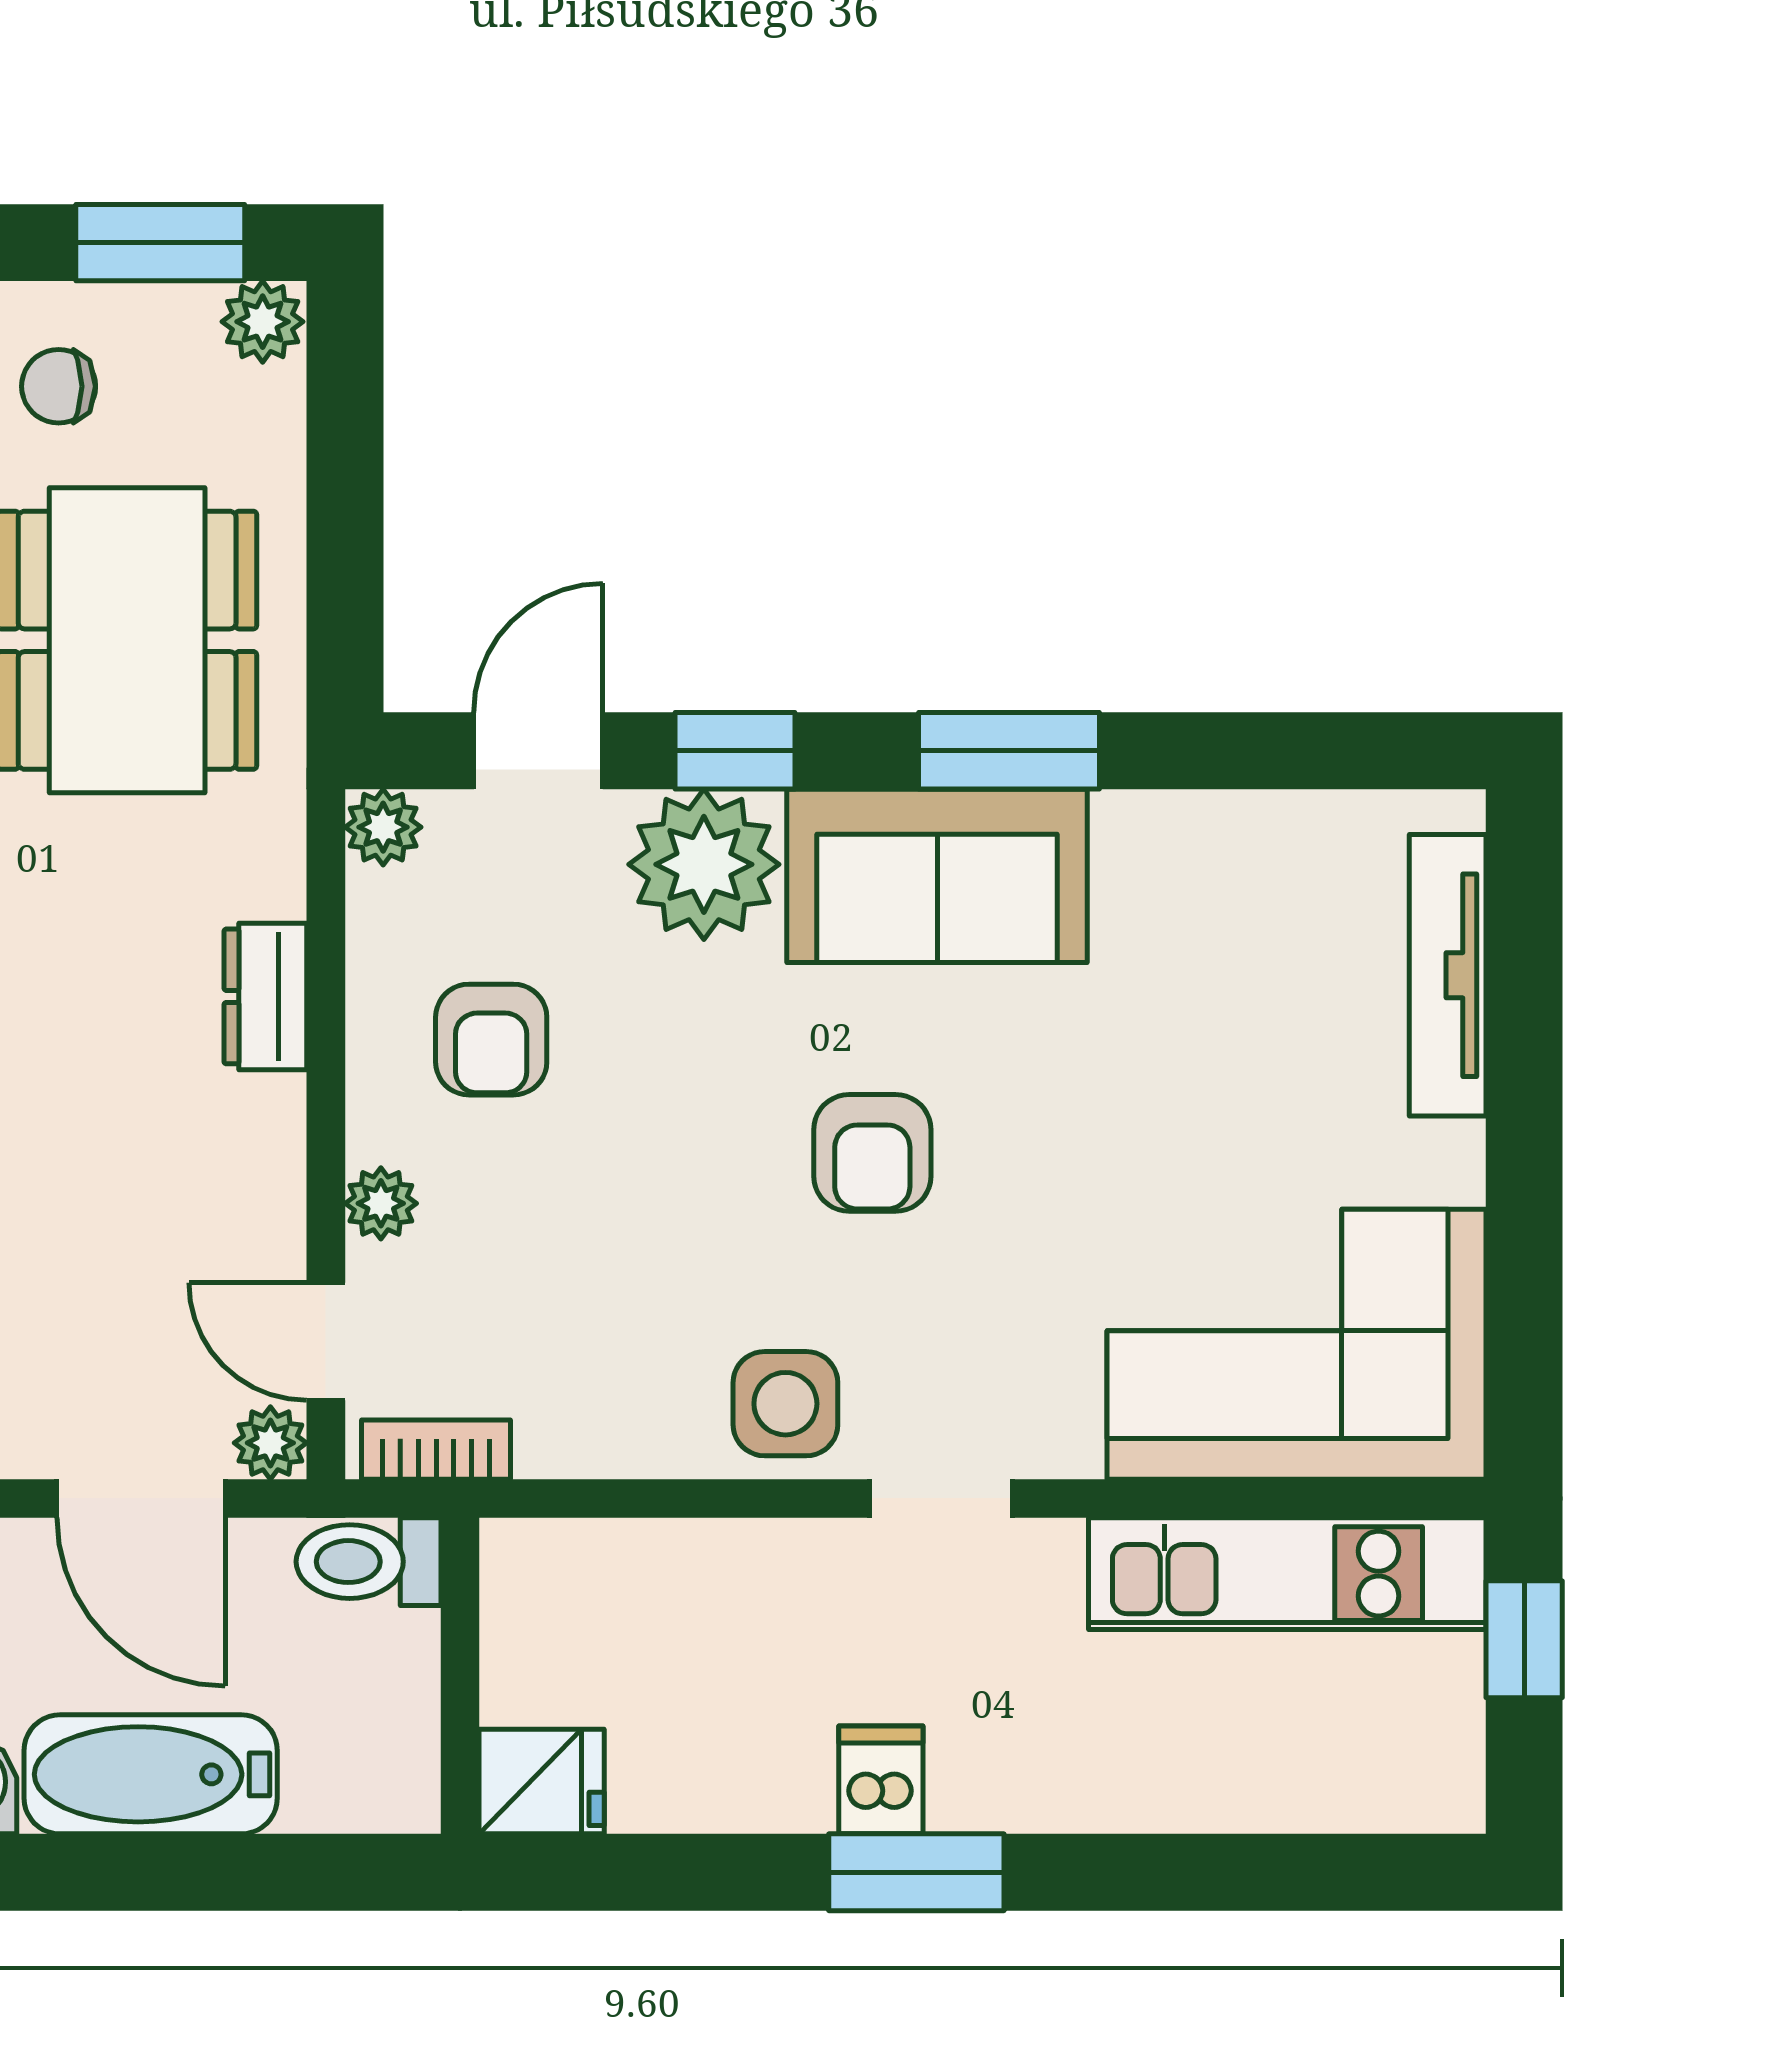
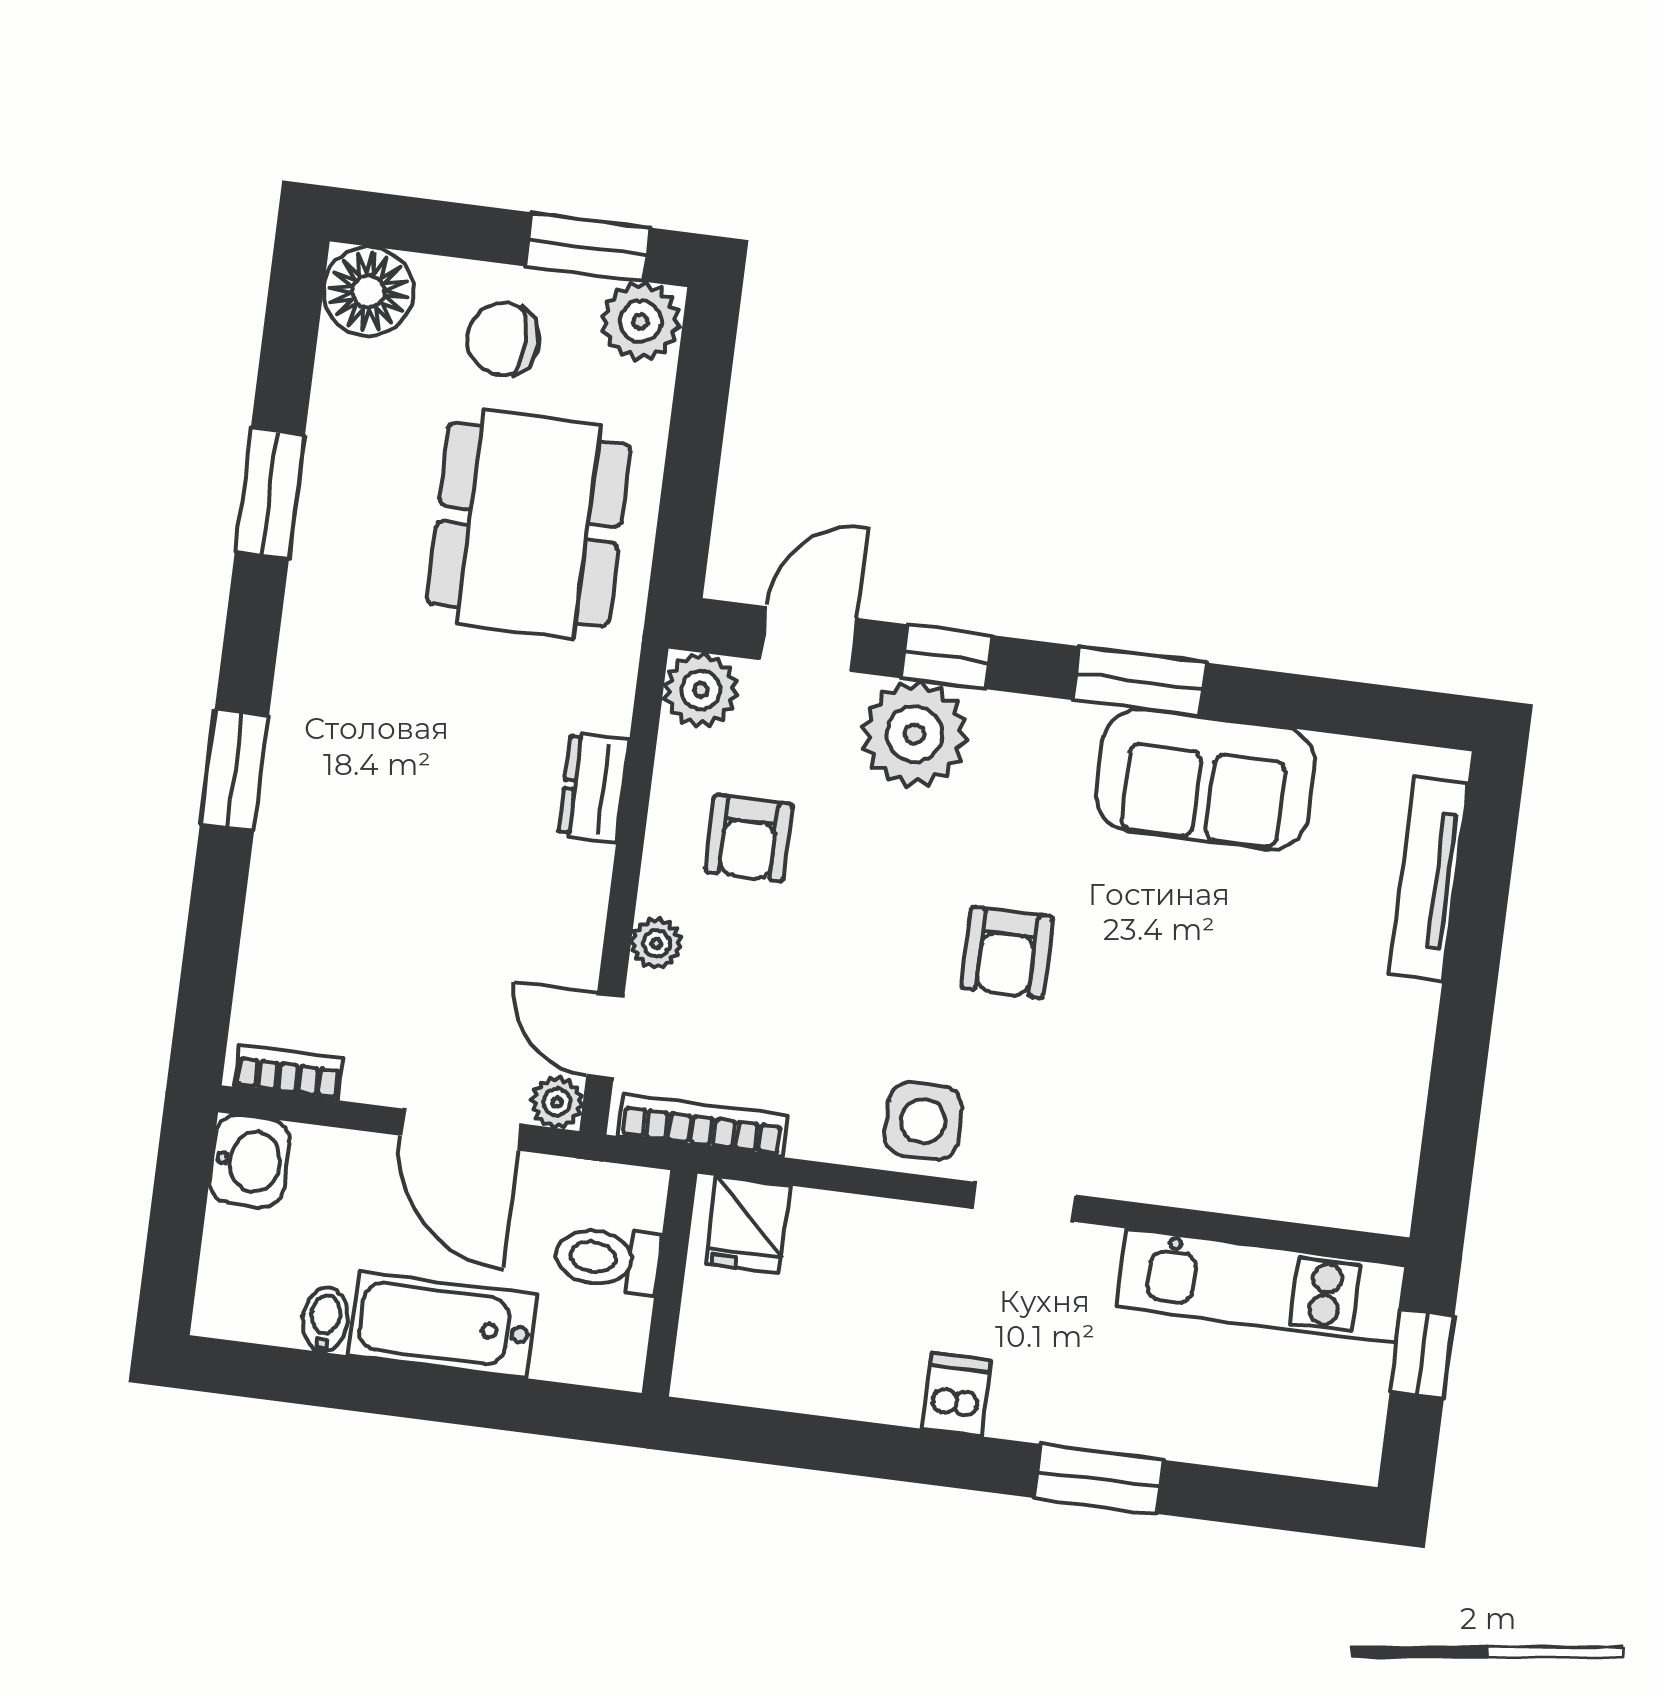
plant: (263, 322) -> (641, 321), width x1.38, depth x1.38
chair: (59, 386) -> (503, 339), width x1.37, depth x1.37
plant: (383, 827) -> (701, 690), width x1.38, depth x1.38
sofa: (937, 876) -> (1205, 779), moved
corner sofa: (1296, 1344) -> (1288, 1125), removed
bookcase: (436, 1450) -> (703, 1126), width x1.56
toilet: (369, 1562) -> (607, 1259), moved
fridge: (542, 1782) -> (748, 1225), moved, turned 90
window: (916, 1872) -> (1098, 1479), moved

